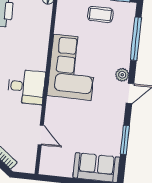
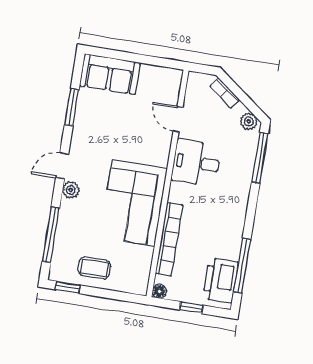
bookcase: (43, 40) -> (169, 239), added
desk: (26, 87) -> (196, 163), moved

